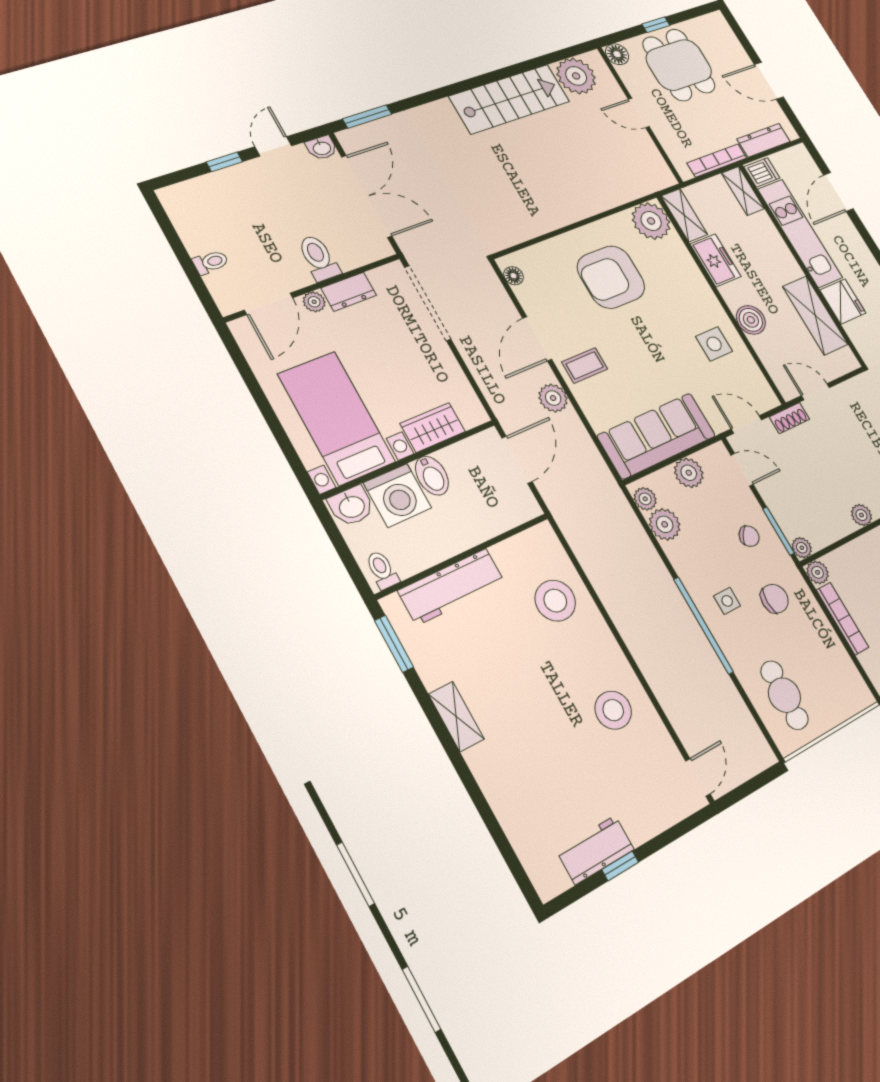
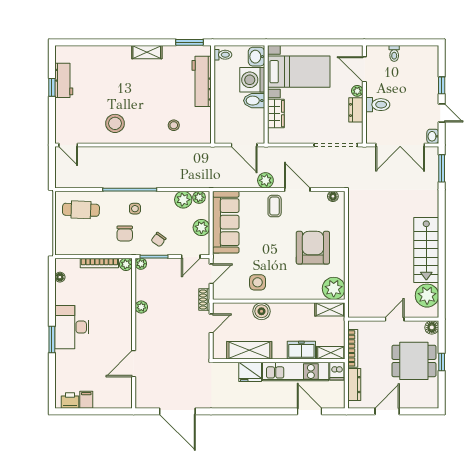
freezer: (716, 260) -> (301, 350), moved, turned 180
stool: (555, 601) -> (174, 125), width x0.53, depth x0.53

